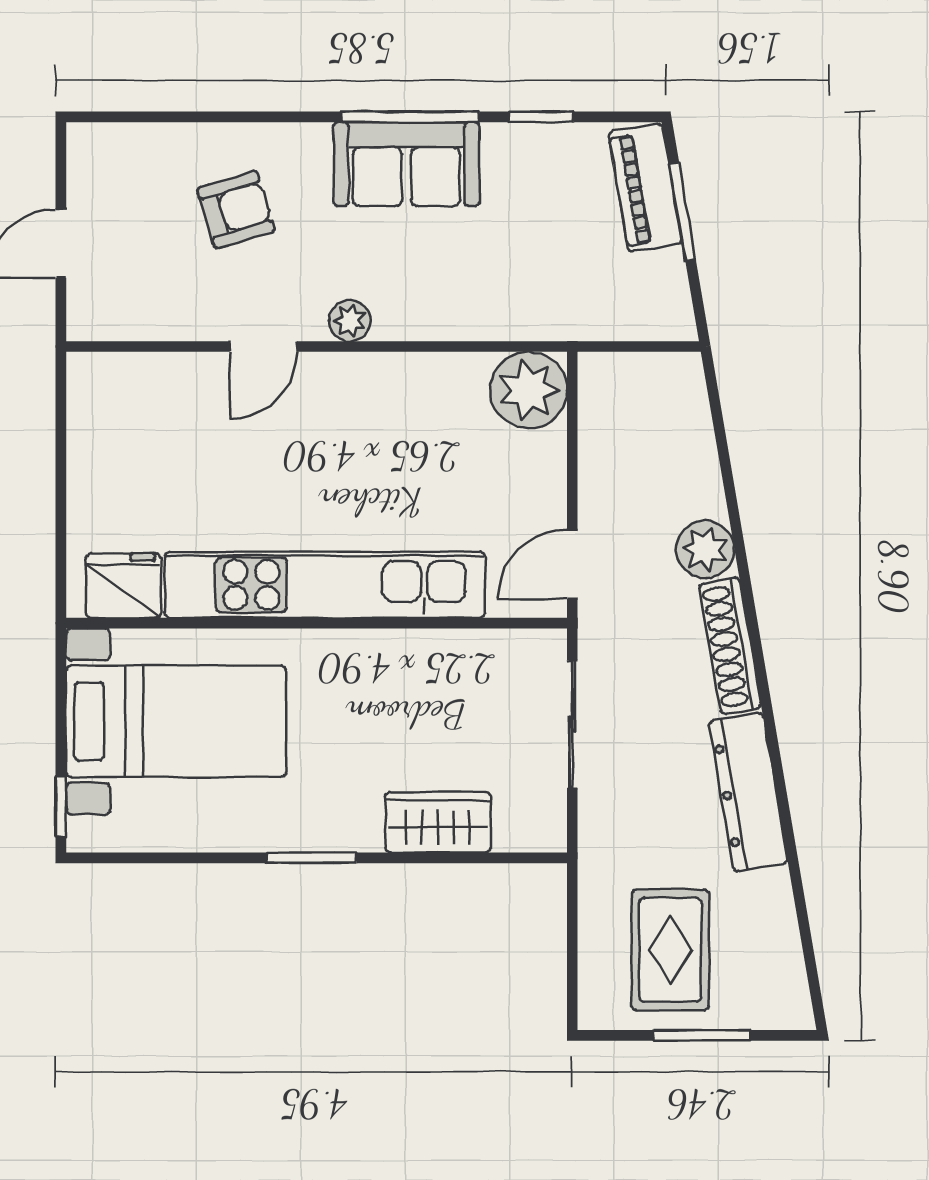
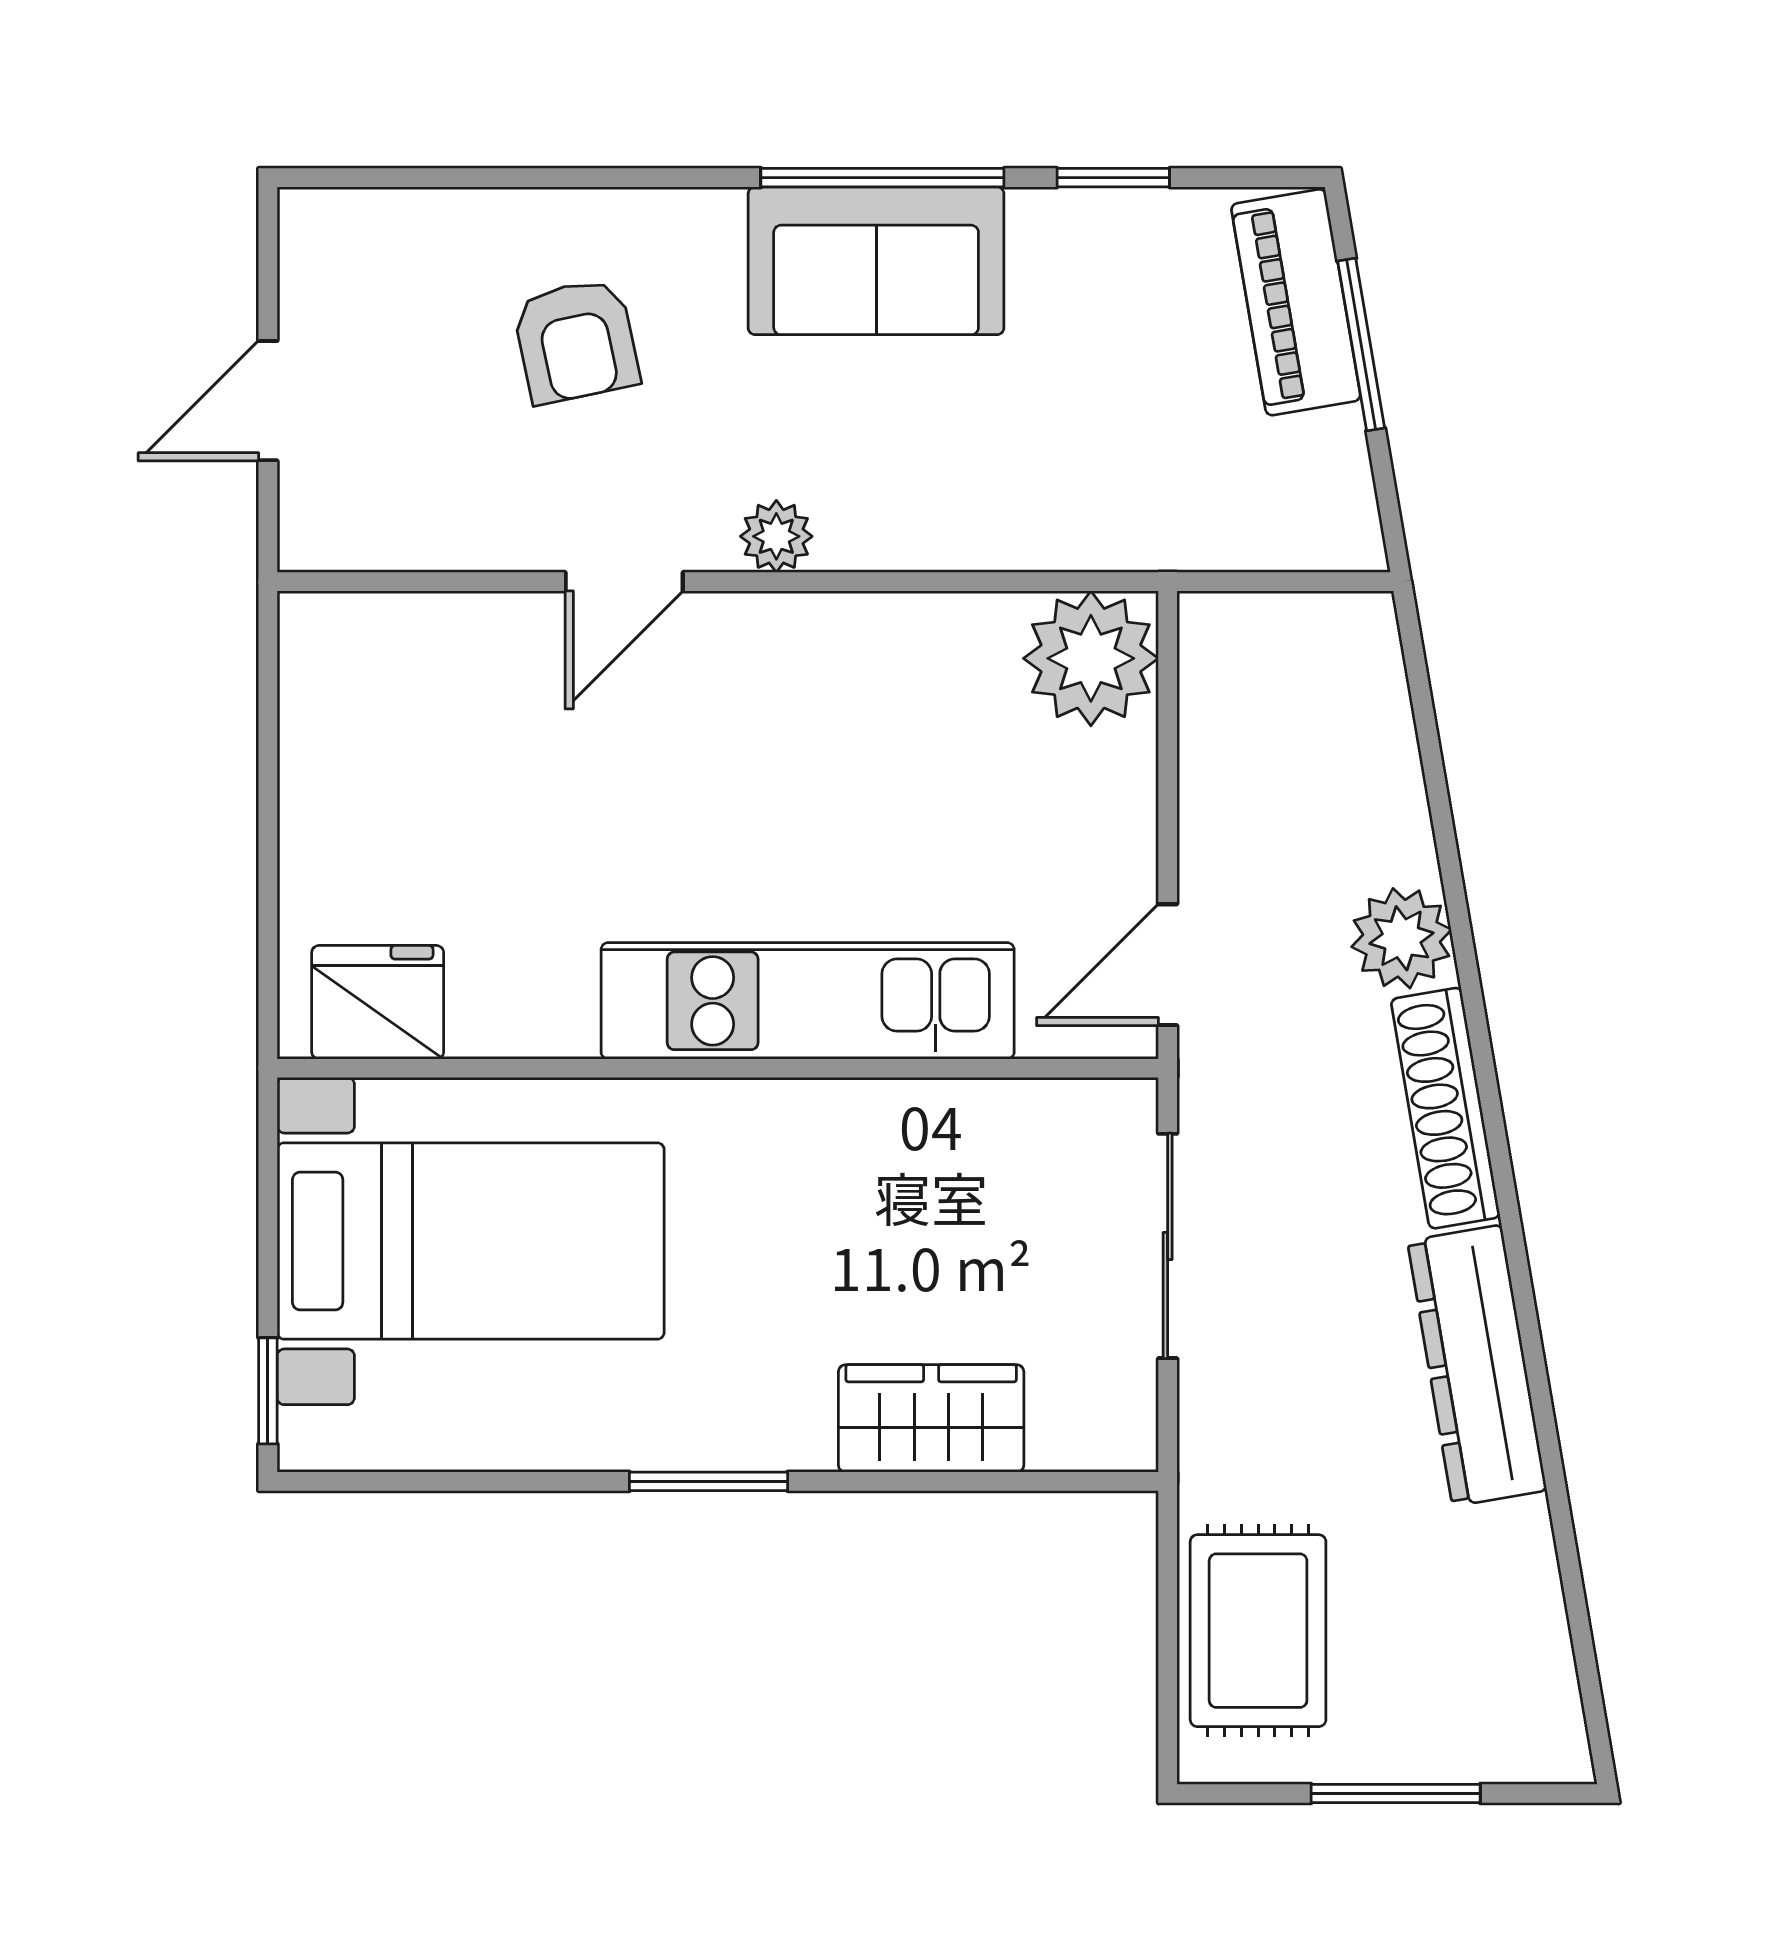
armchair: (236, 210) -> (576, 341), turned 95
kitchen unit: (325, 585) -> (808, 1001), width x0.73
rug: (670, 950) -> (1258, 1631), moved

